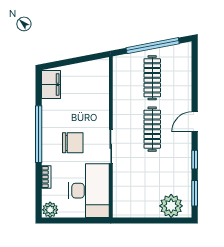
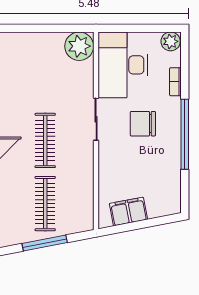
window: (153, 46) -> (45, 243), width x0.68
filing cabinet: (51, 84) -> (128, 211), moved, turned 79
plant: (171, 206) -> (79, 46), moved

